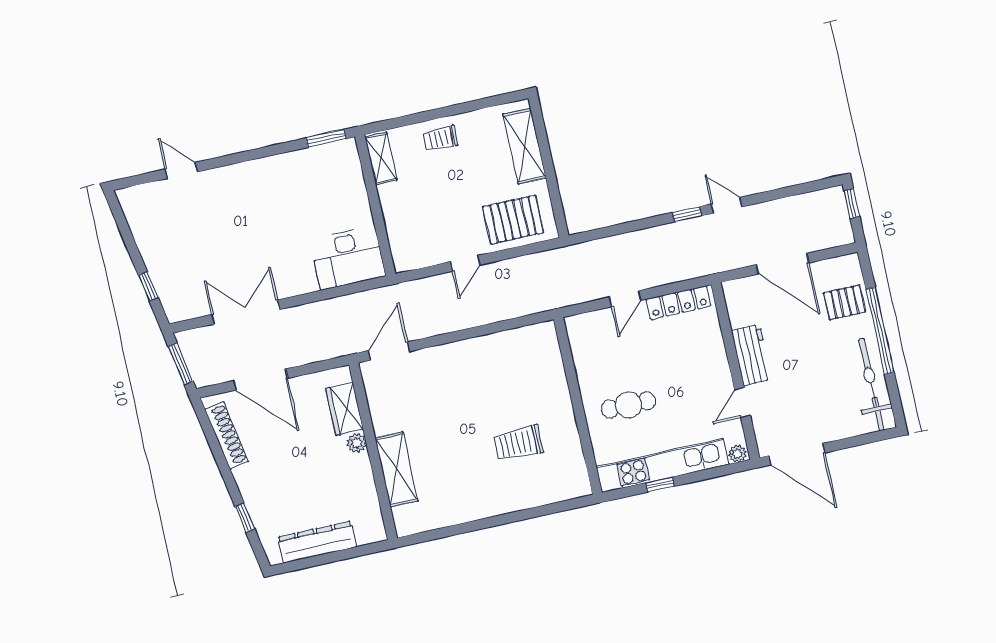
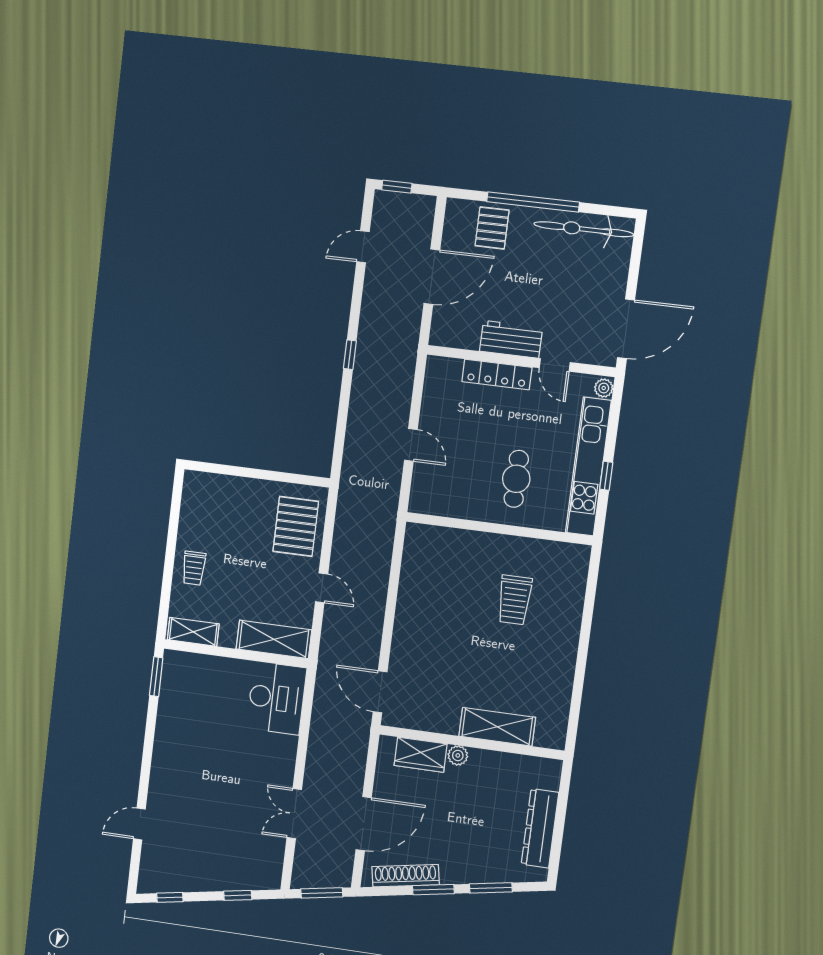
shelving: (525, 146) -> (274, 639), moved
door: (727, 205) -> (363, 247), moved
window: (122, 223) -> (170, 897), added
locker: (679, 303) -> (497, 374), moved, turned 90
double door: (246, 312) -> (294, 814), width x0.73
window: (223, 466) -> (433, 890), added
window: (245, 518) -> (491, 888), width x1.50

